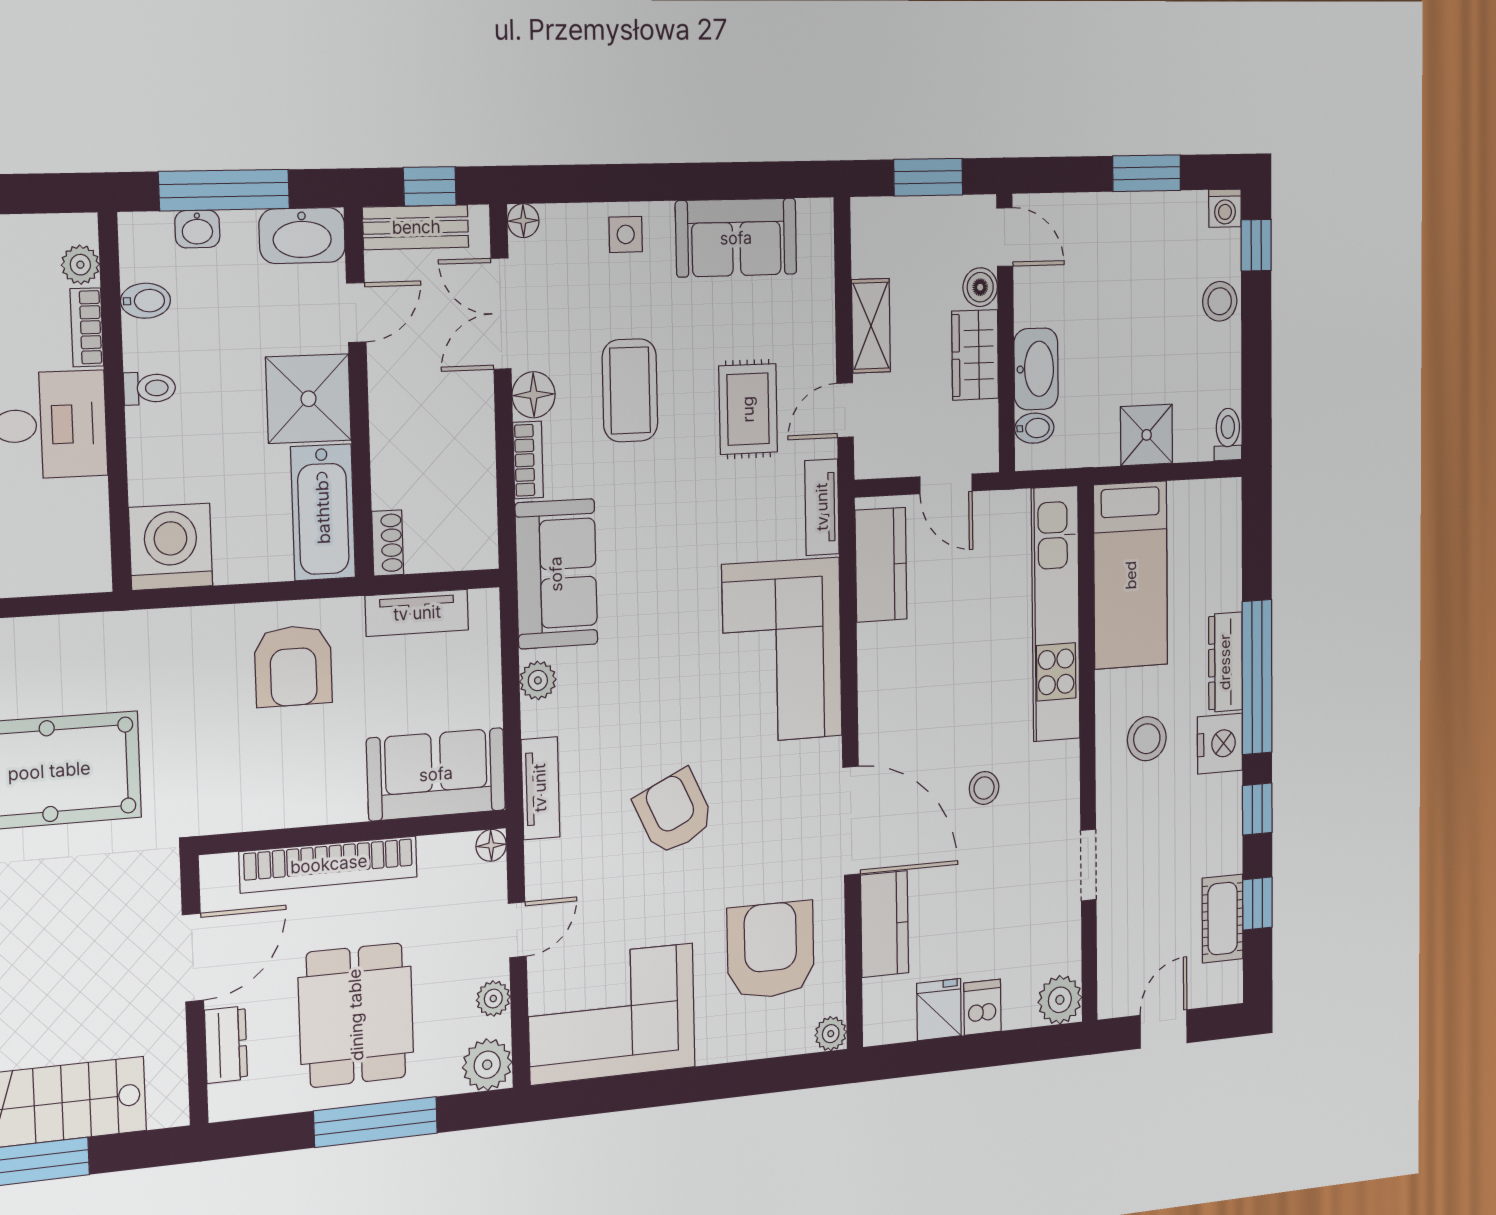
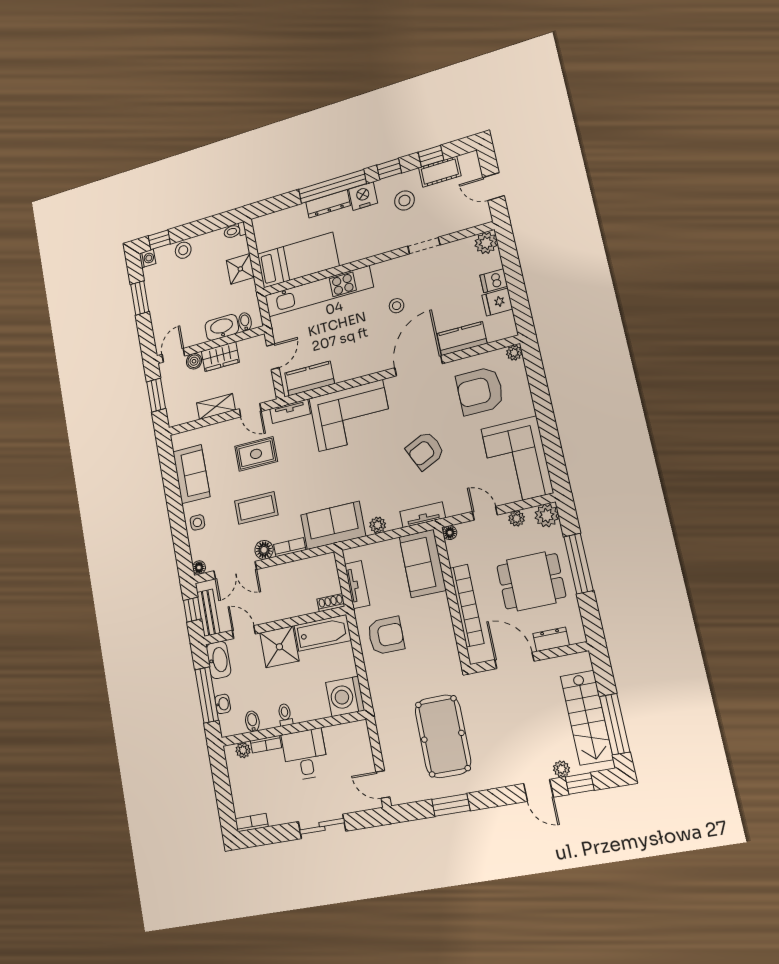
stool: (1147, 739) -> (404, 200), moved

